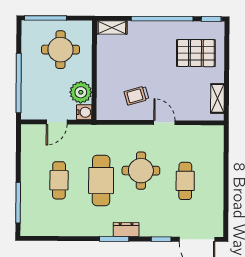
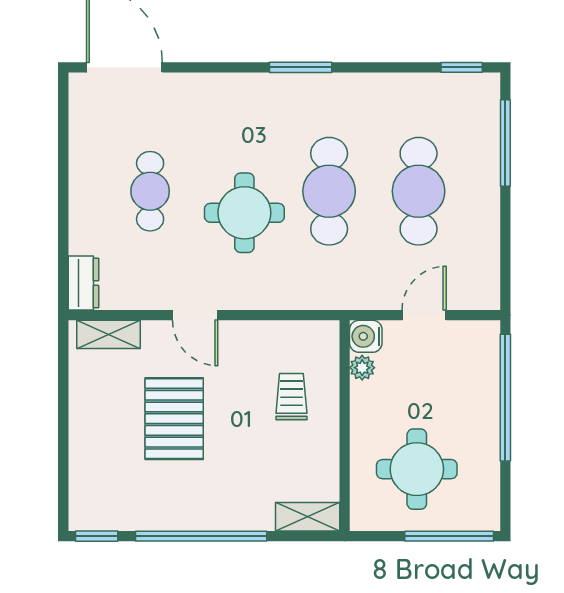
pallet: (196, 53) -> (174, 419), moved, turned 90
plant: (81, 92) -> (362, 368), width x0.53, depth x0.53
trolley: (136, 95) -> (291, 397), moved, turned -74
shelving: (217, 98) -> (109, 334), moved, turned 90
cafe table: (59, 180) -> (419, 191), width x1.37, depth x1.35
dresser: (126, 229) -> (84, 283), moved, turned -90
window: (161, 239) -> (462, 67), moved

